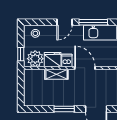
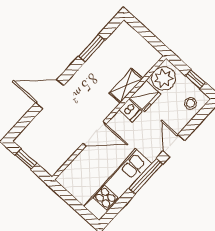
window: (21, 54) -> (195, 79), moved
door: (85, 68) -> (94, 134), moved
window: (64, 109) -> (92, 48), moved

